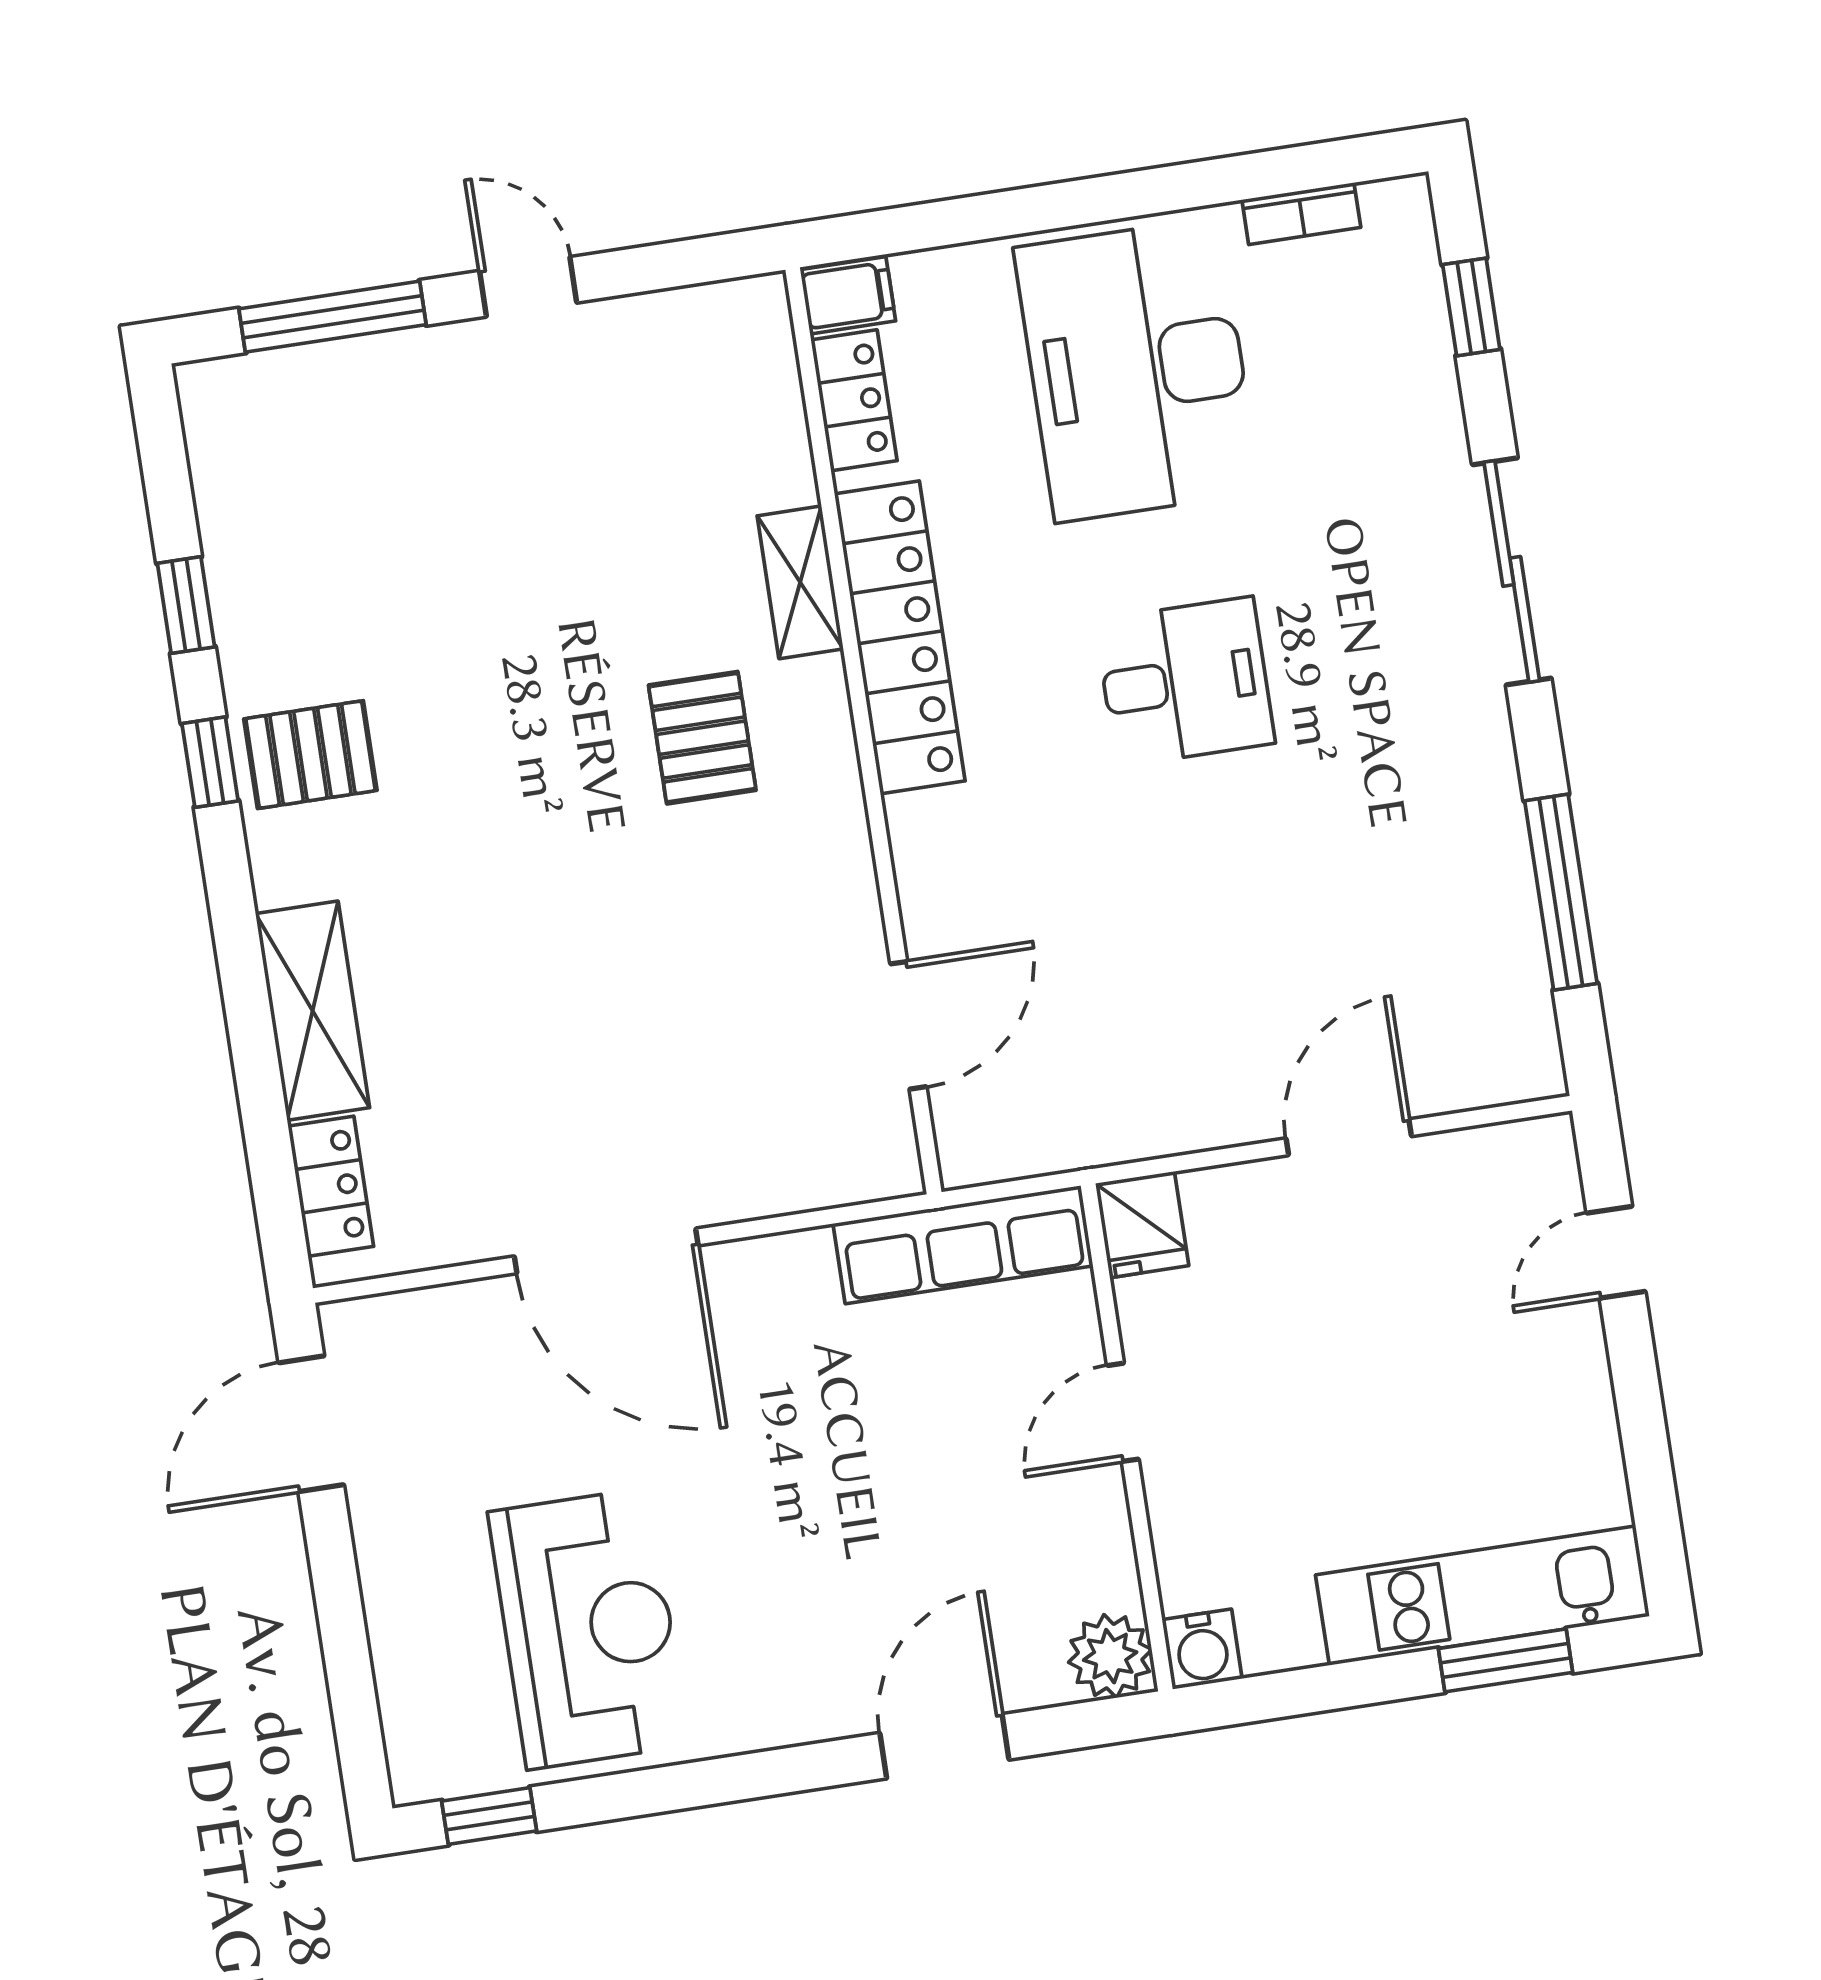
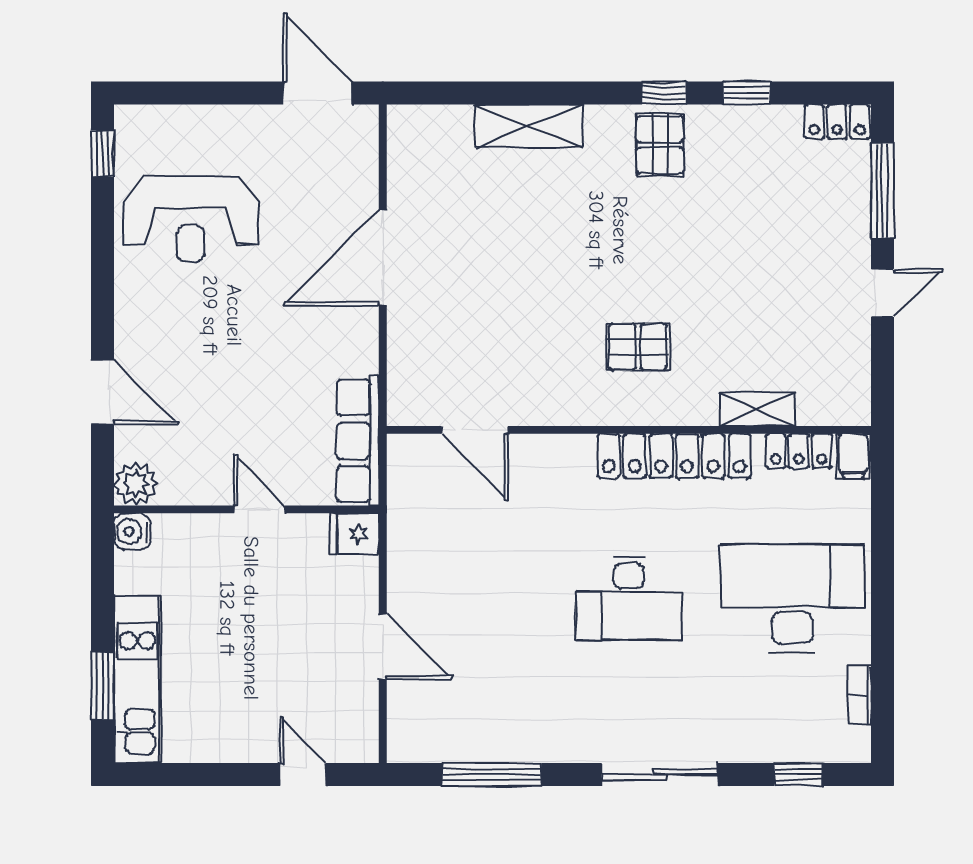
shelving: (800, 582) -> (757, 409), moved
desk: (1185, 682) -> (629, 598), width x1.37
locker: (331, 1186) -> (837, 122), moved

